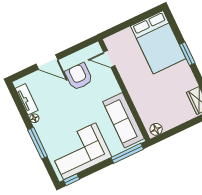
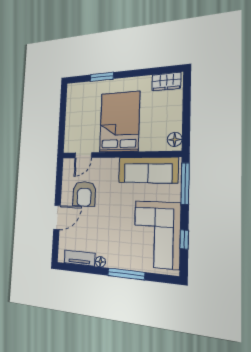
bed: (158, 42) -> (120, 122), moved, turned -90
window: (187, 54) -> (102, 77), moved
armchair: (79, 77) -> (84, 194), turned -90
window: (72, 180) -> (184, 239), moved

